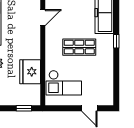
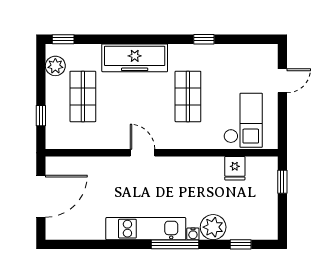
window: (116, 41) -> (204, 39), moved
fridge: (30, 72) -> (235, 168), width x0.53, depth x0.75

